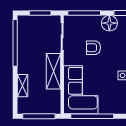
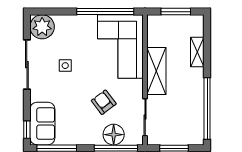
floor lamp: (109, 23) -> (114, 135), moved
armchair: (93, 48) -> (104, 102), turned -127
window: (39, 116) -> (176, 12), width x0.69

